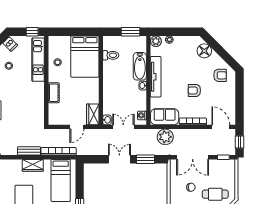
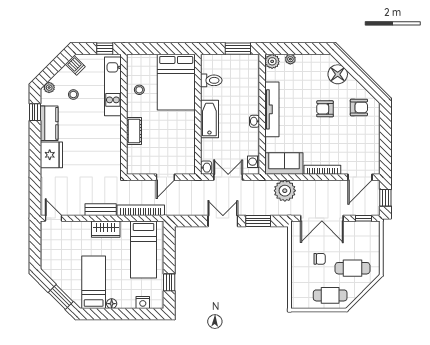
bathtub: (140, 66) -> (209, 119), moved, turned 180
armchair: (194, 90) -> (325, 109), moved
wardrobe: (93, 114) -> (187, 160), removed
door: (221, 127) -> (360, 177), swing flipped

